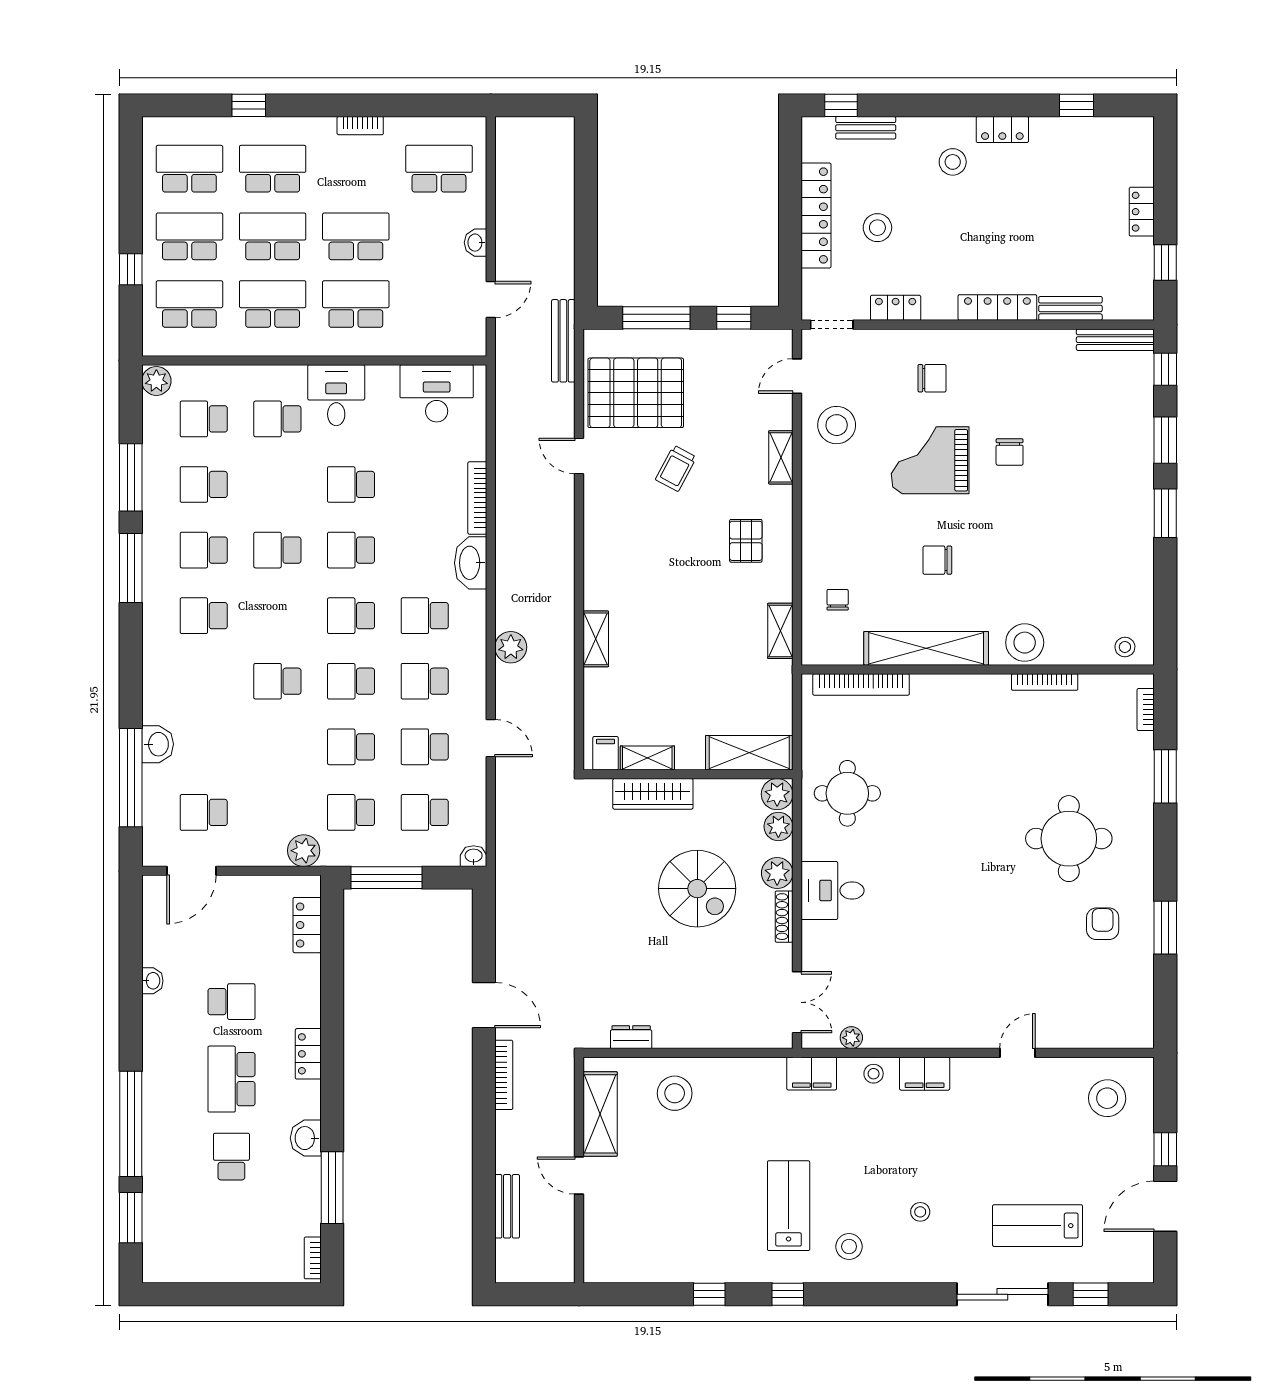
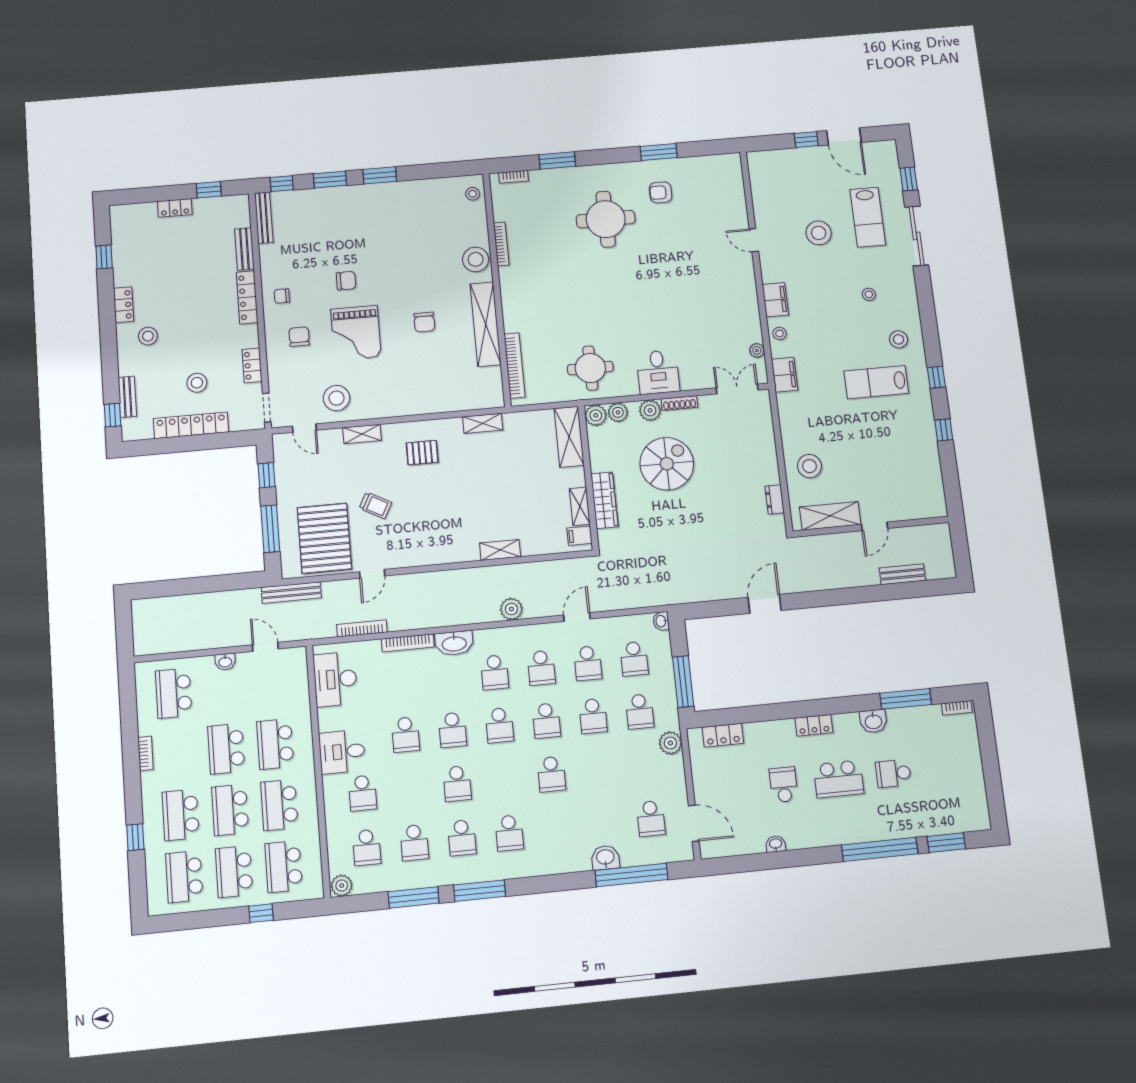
chair: (838, 600) -> (282, 296), moved
bookcase: (504, 1075) -> (362, 628), moved
stool: (1107, 1098) -> (819, 233), moved

